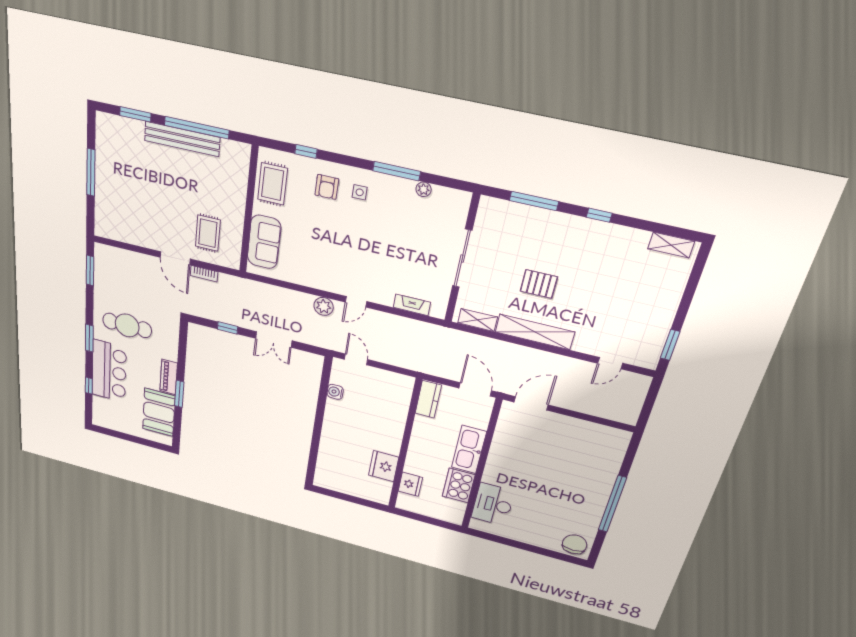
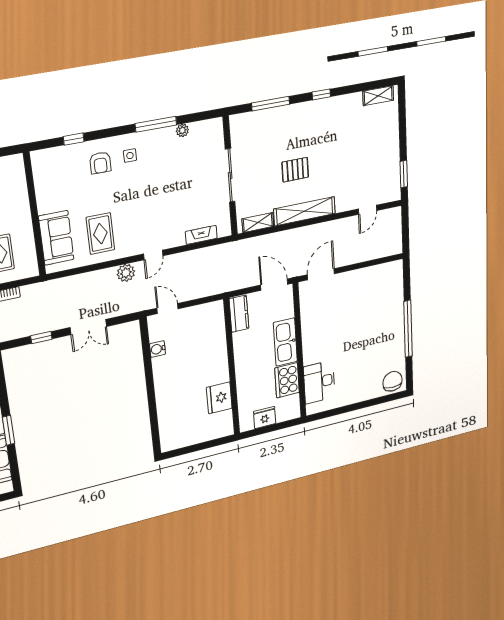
rug: (273, 184) -> (100, 234), moved
fridge: (410, 484) -> (265, 418), moved, turned -90

